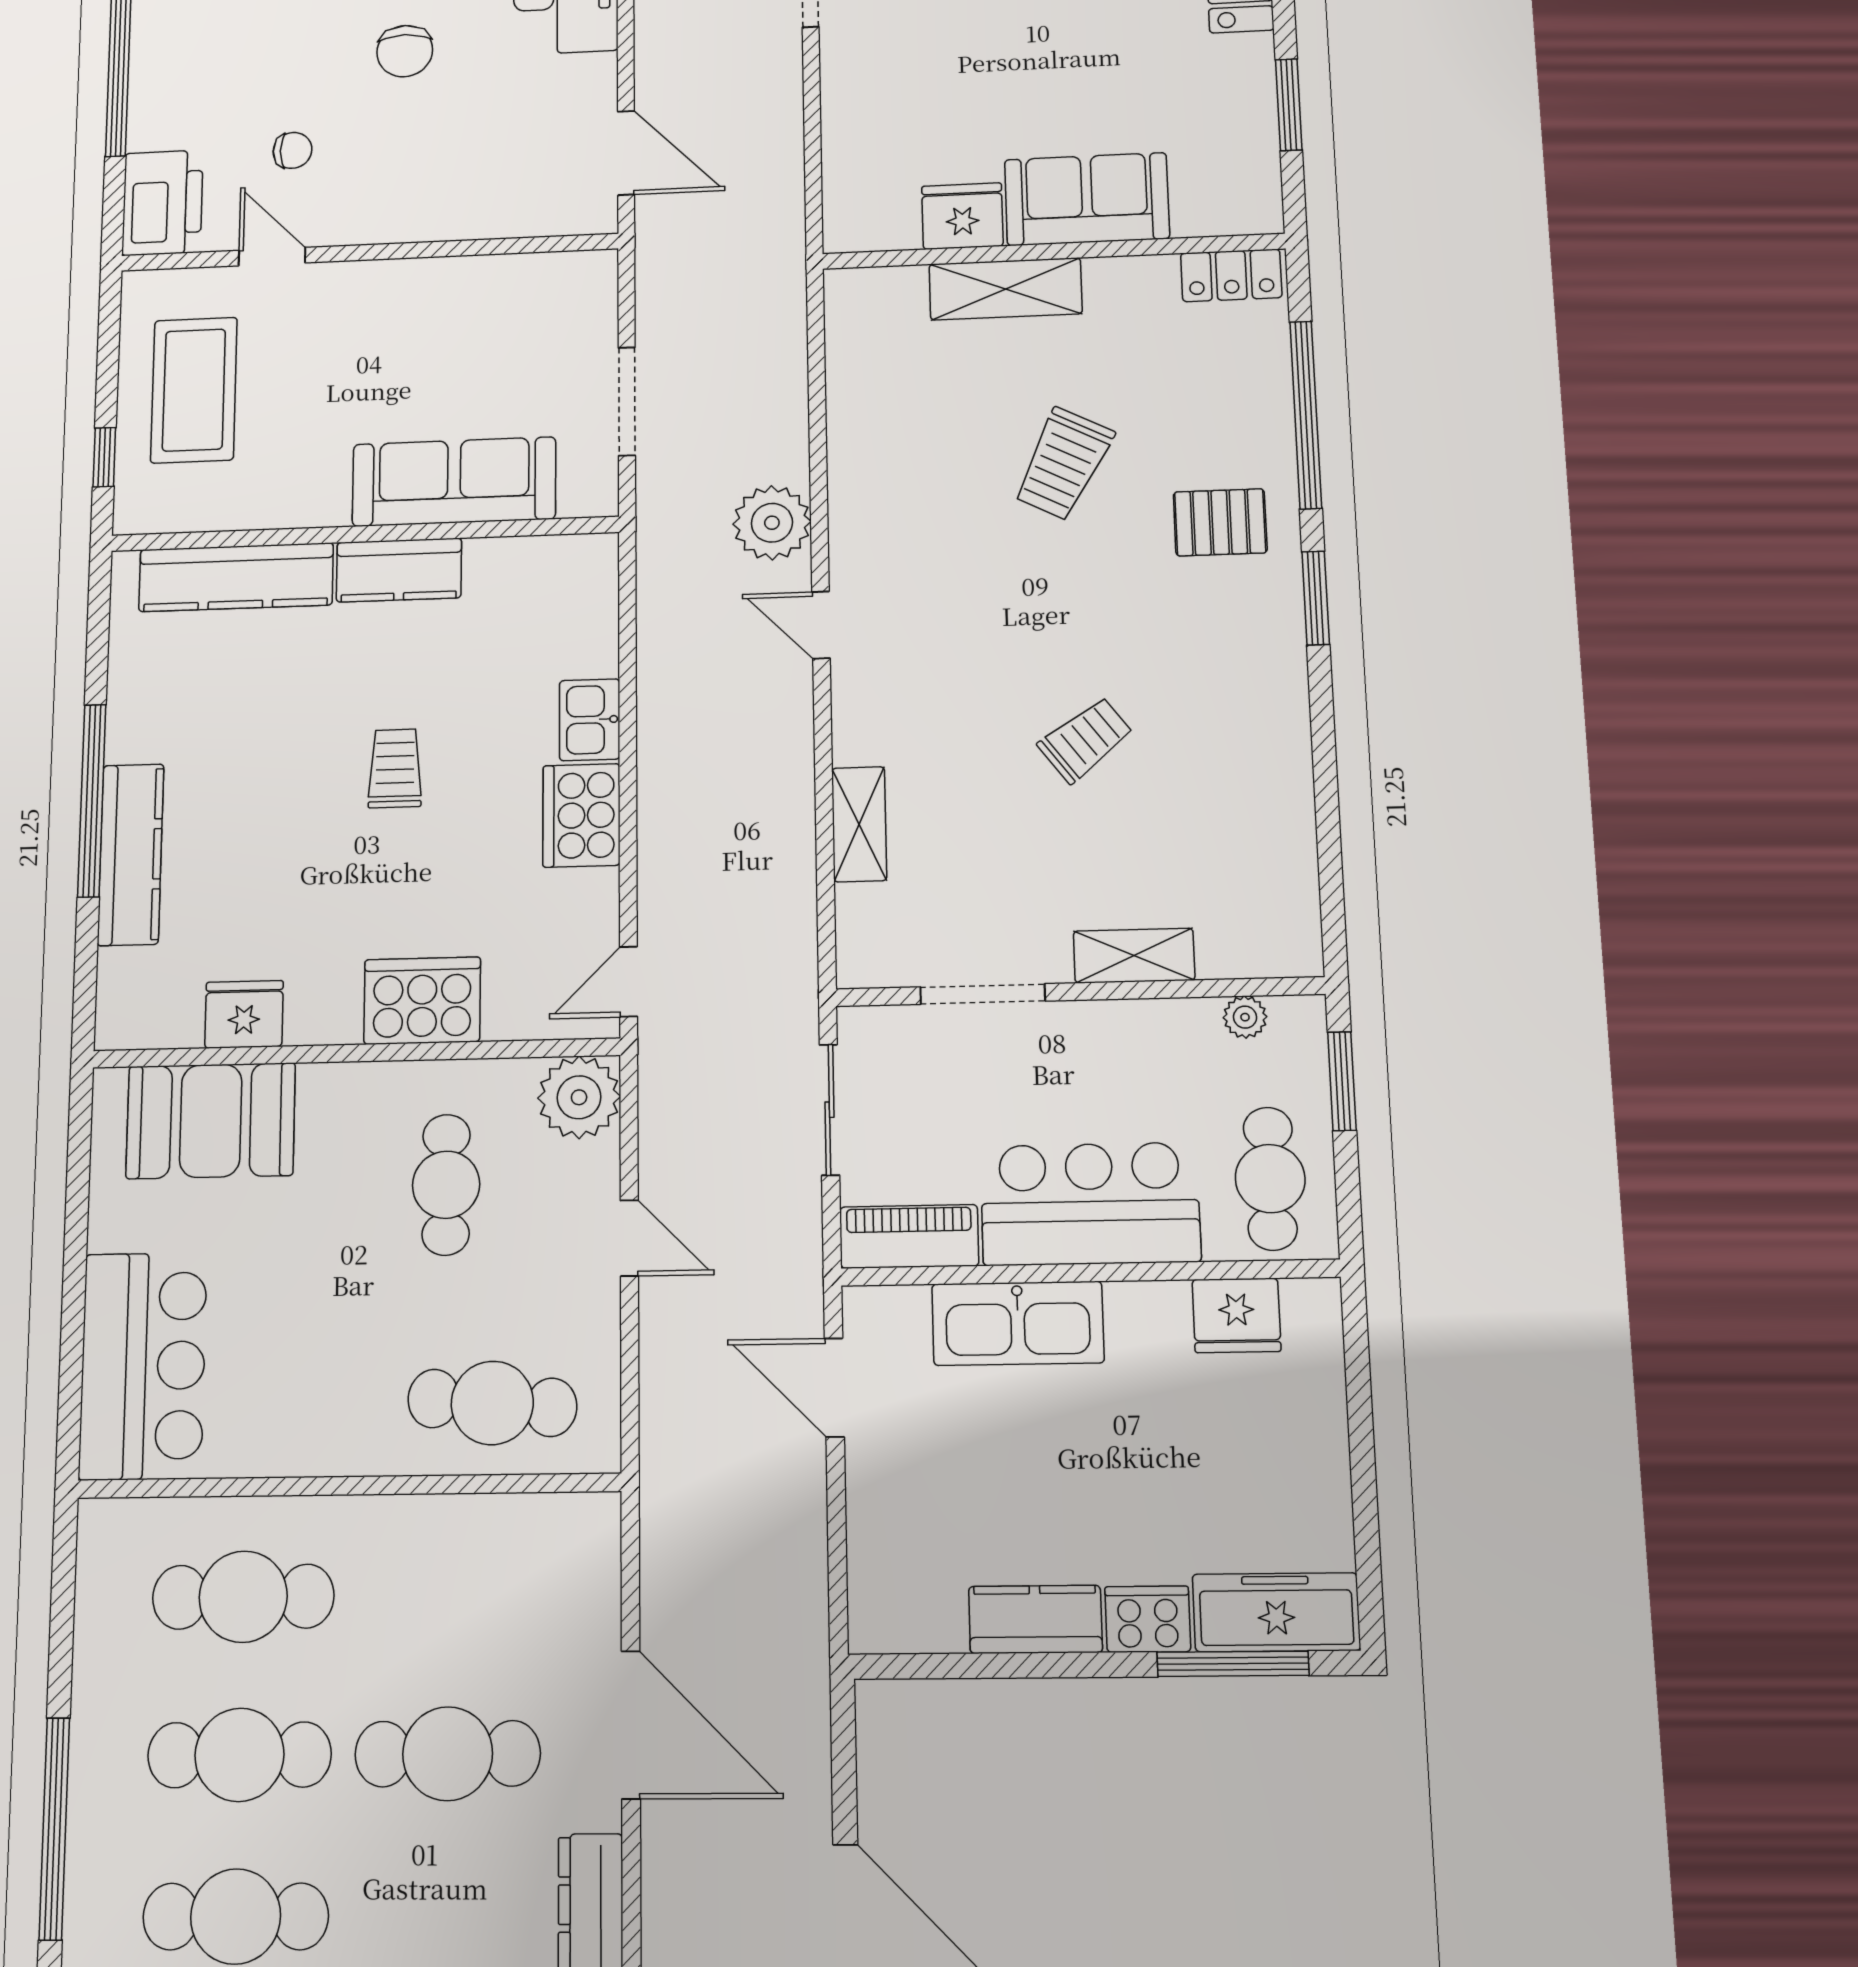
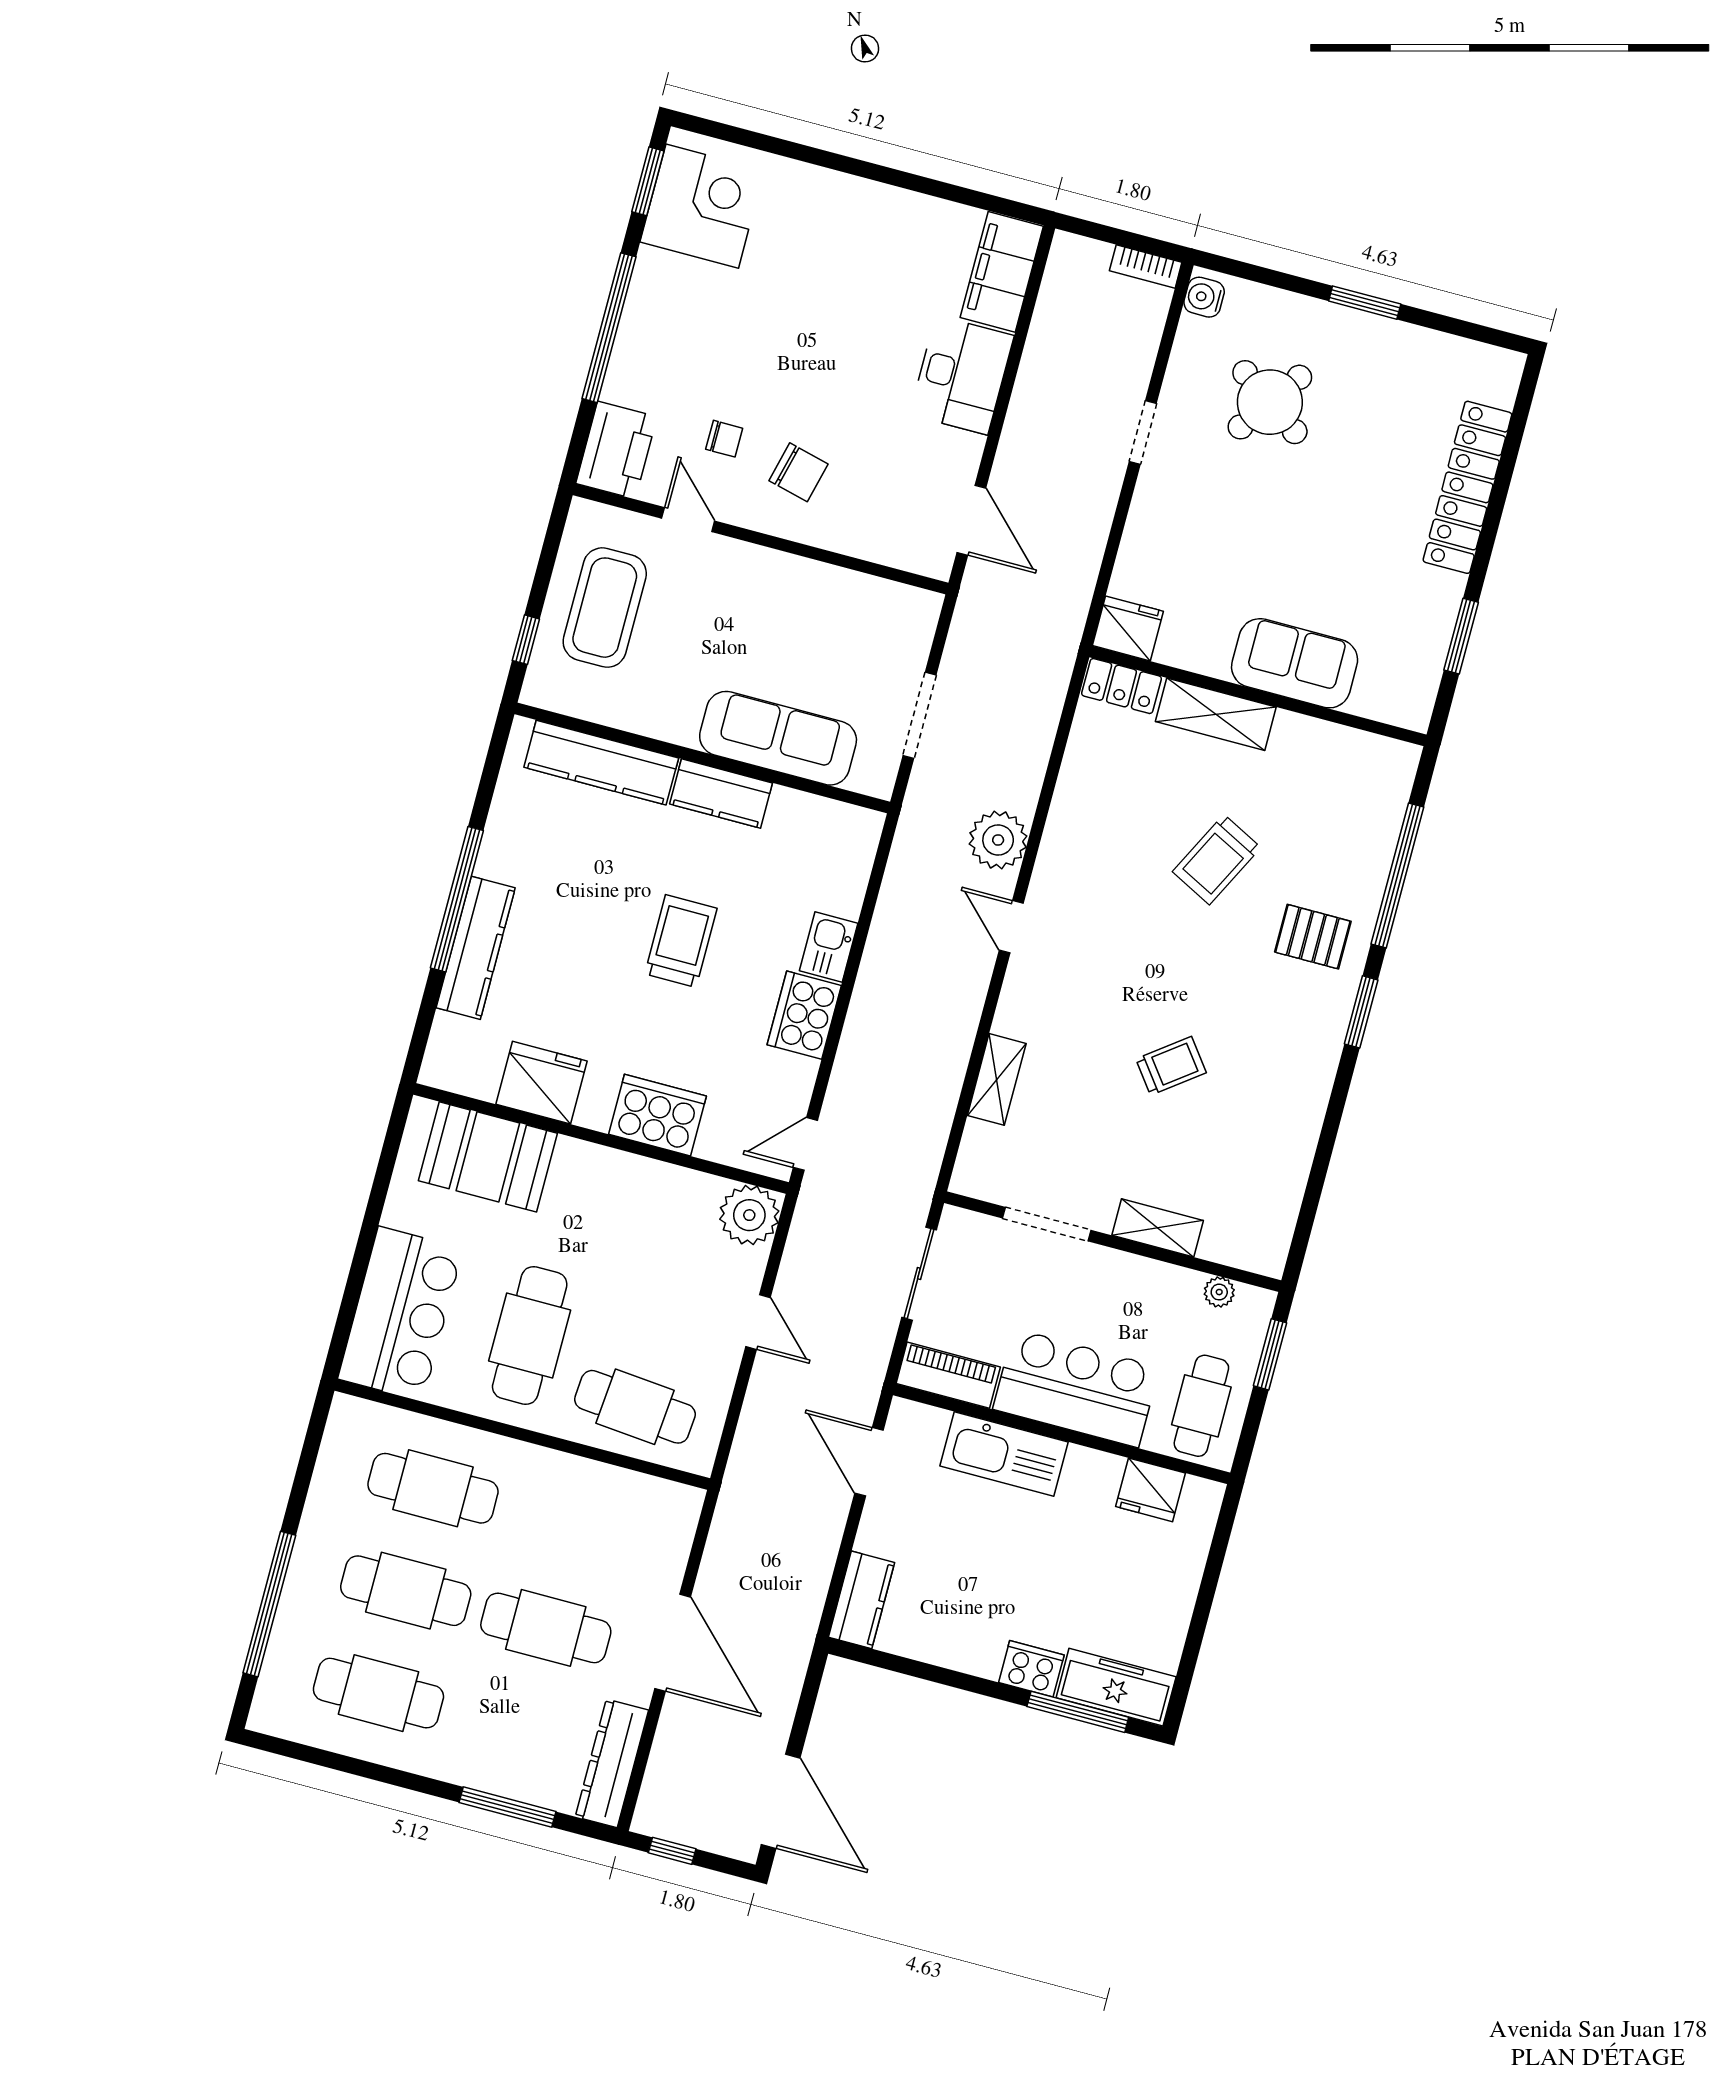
chair: (405, 51) -> (798, 472), moved, turned -76
fridge: (962, 216) -> (1128, 628), moved
locker: (1231, 275) -> (1122, 686), moved
trolley: (395, 768) -> (681, 941), width x1.36, depth x1.39
fridge: (244, 1014) -> (541, 1083), width x1.36, depth x1.34
cafe table: (446, 1185) -> (530, 1335), moved, width x1.37, depth x1.35
kitchen counter: (1035, 1619) -> (861, 1600), moved, turned 90

